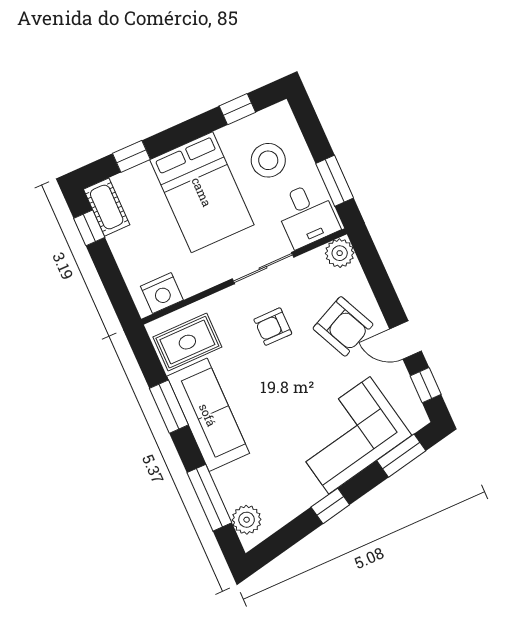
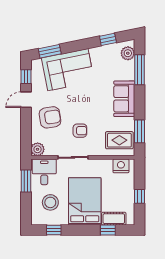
cot: (107, 207) -> (114, 219), moved, turned 90
window: (89, 228) -> (140, 196), moved
armchair: (343, 326) -> (50, 117), turned 106
door: (405, 340) -> (26, 100), swing flipped
window: (169, 407) -> (140, 131), moved
sofa: (208, 415) -> (124, 99), width x0.73
window: (330, 506) -> (108, 39), moved

